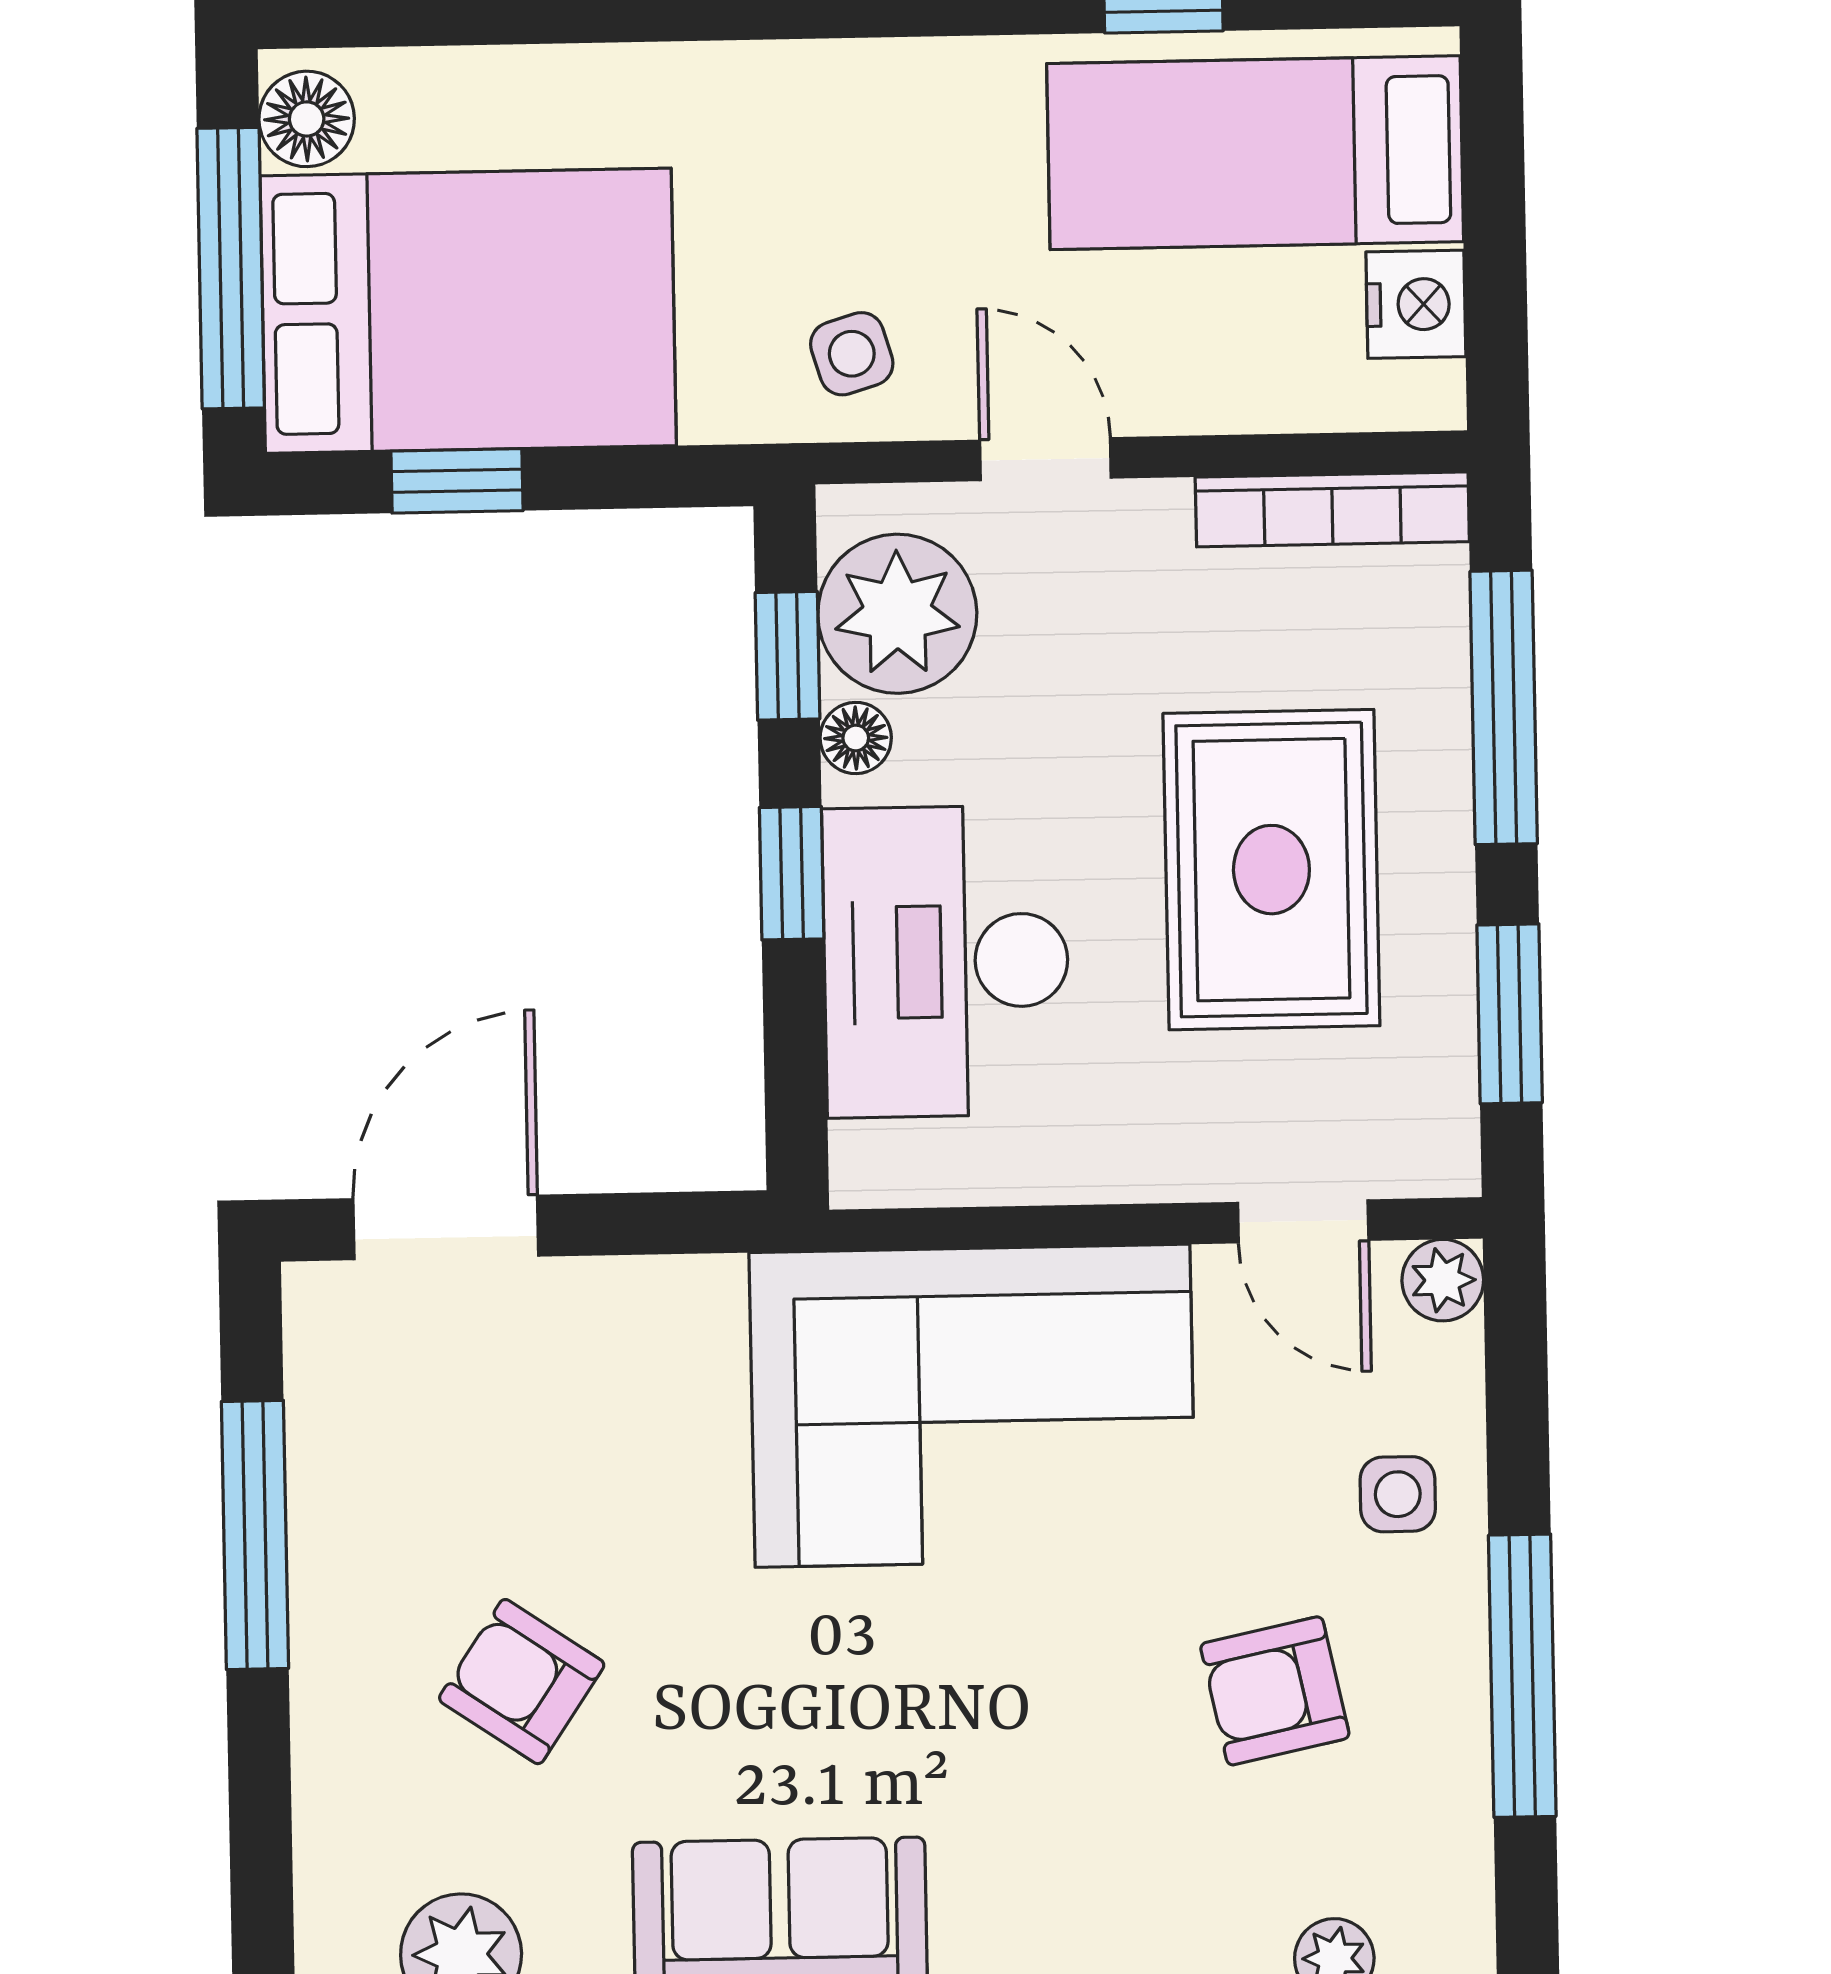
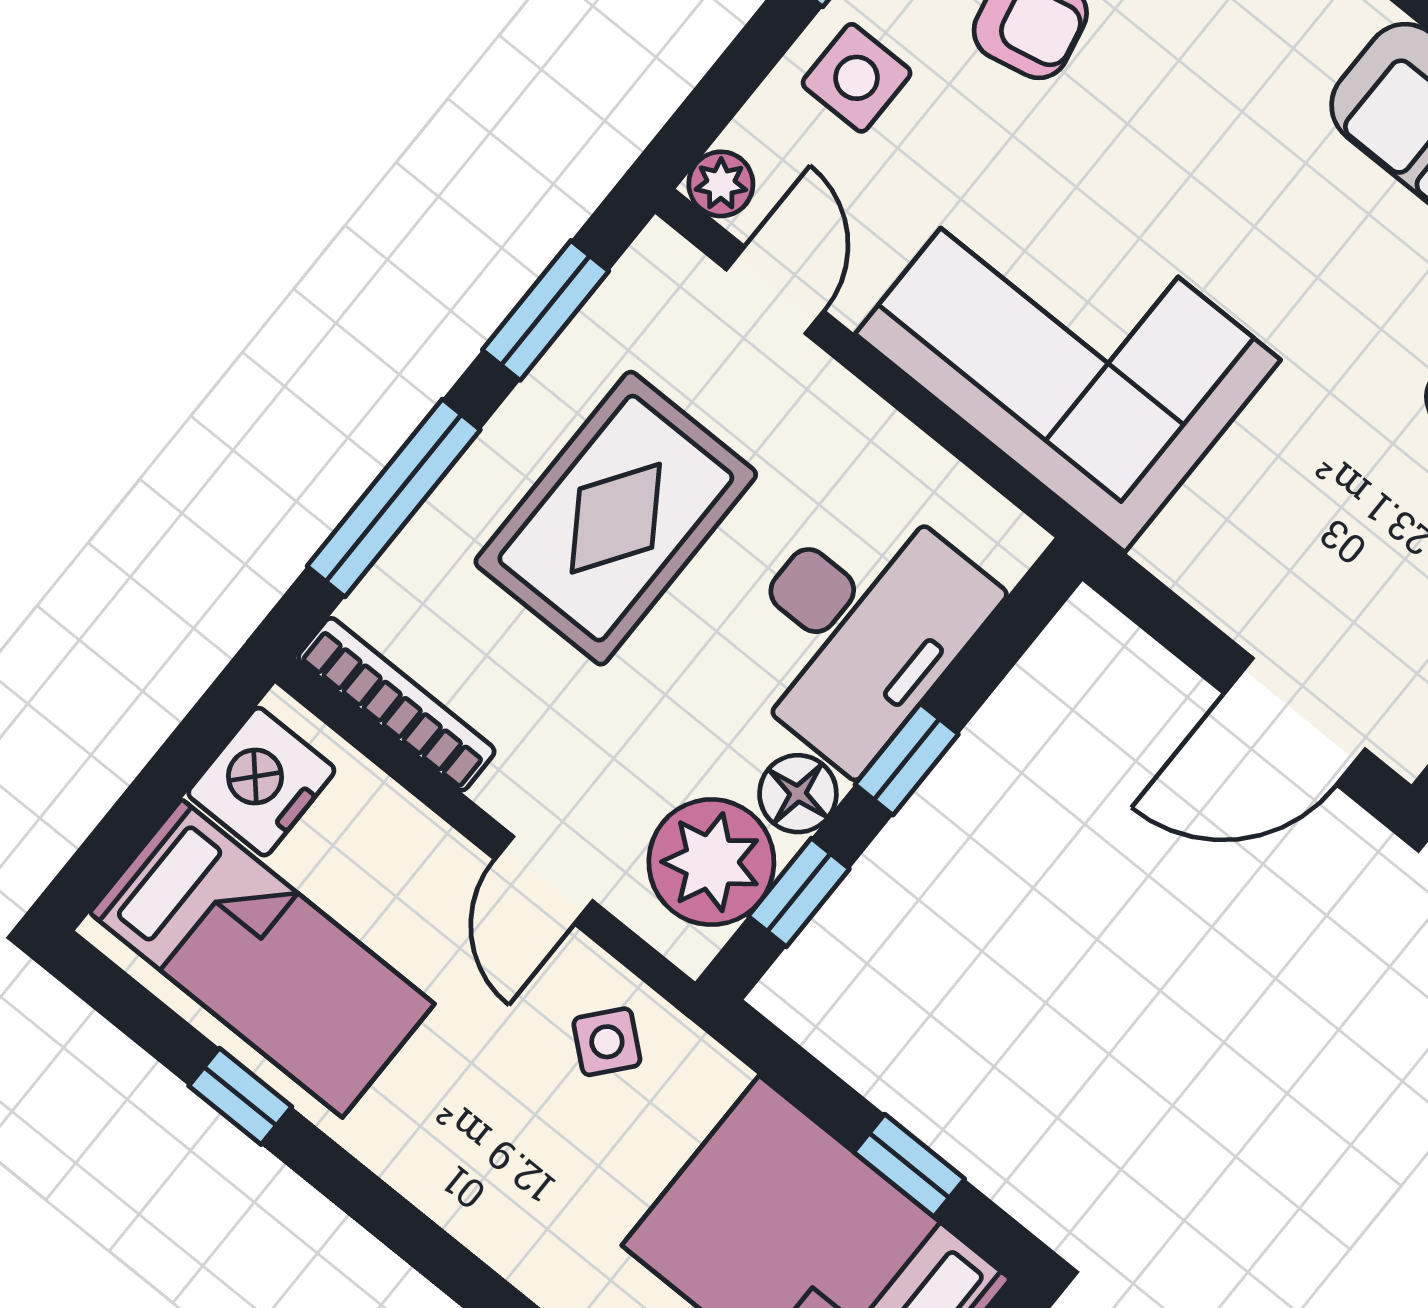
nightstand: (1416, 304) -> (261, 782), width x1.36, depth x1.33
side table: (852, 354) -> (607, 1042), turned -33
floor lamp: (856, 738) -> (798, 794), width x1.37, depth x1.37
side table: (1398, 1494) -> (857, 78), width x1.37, depth x1.37

